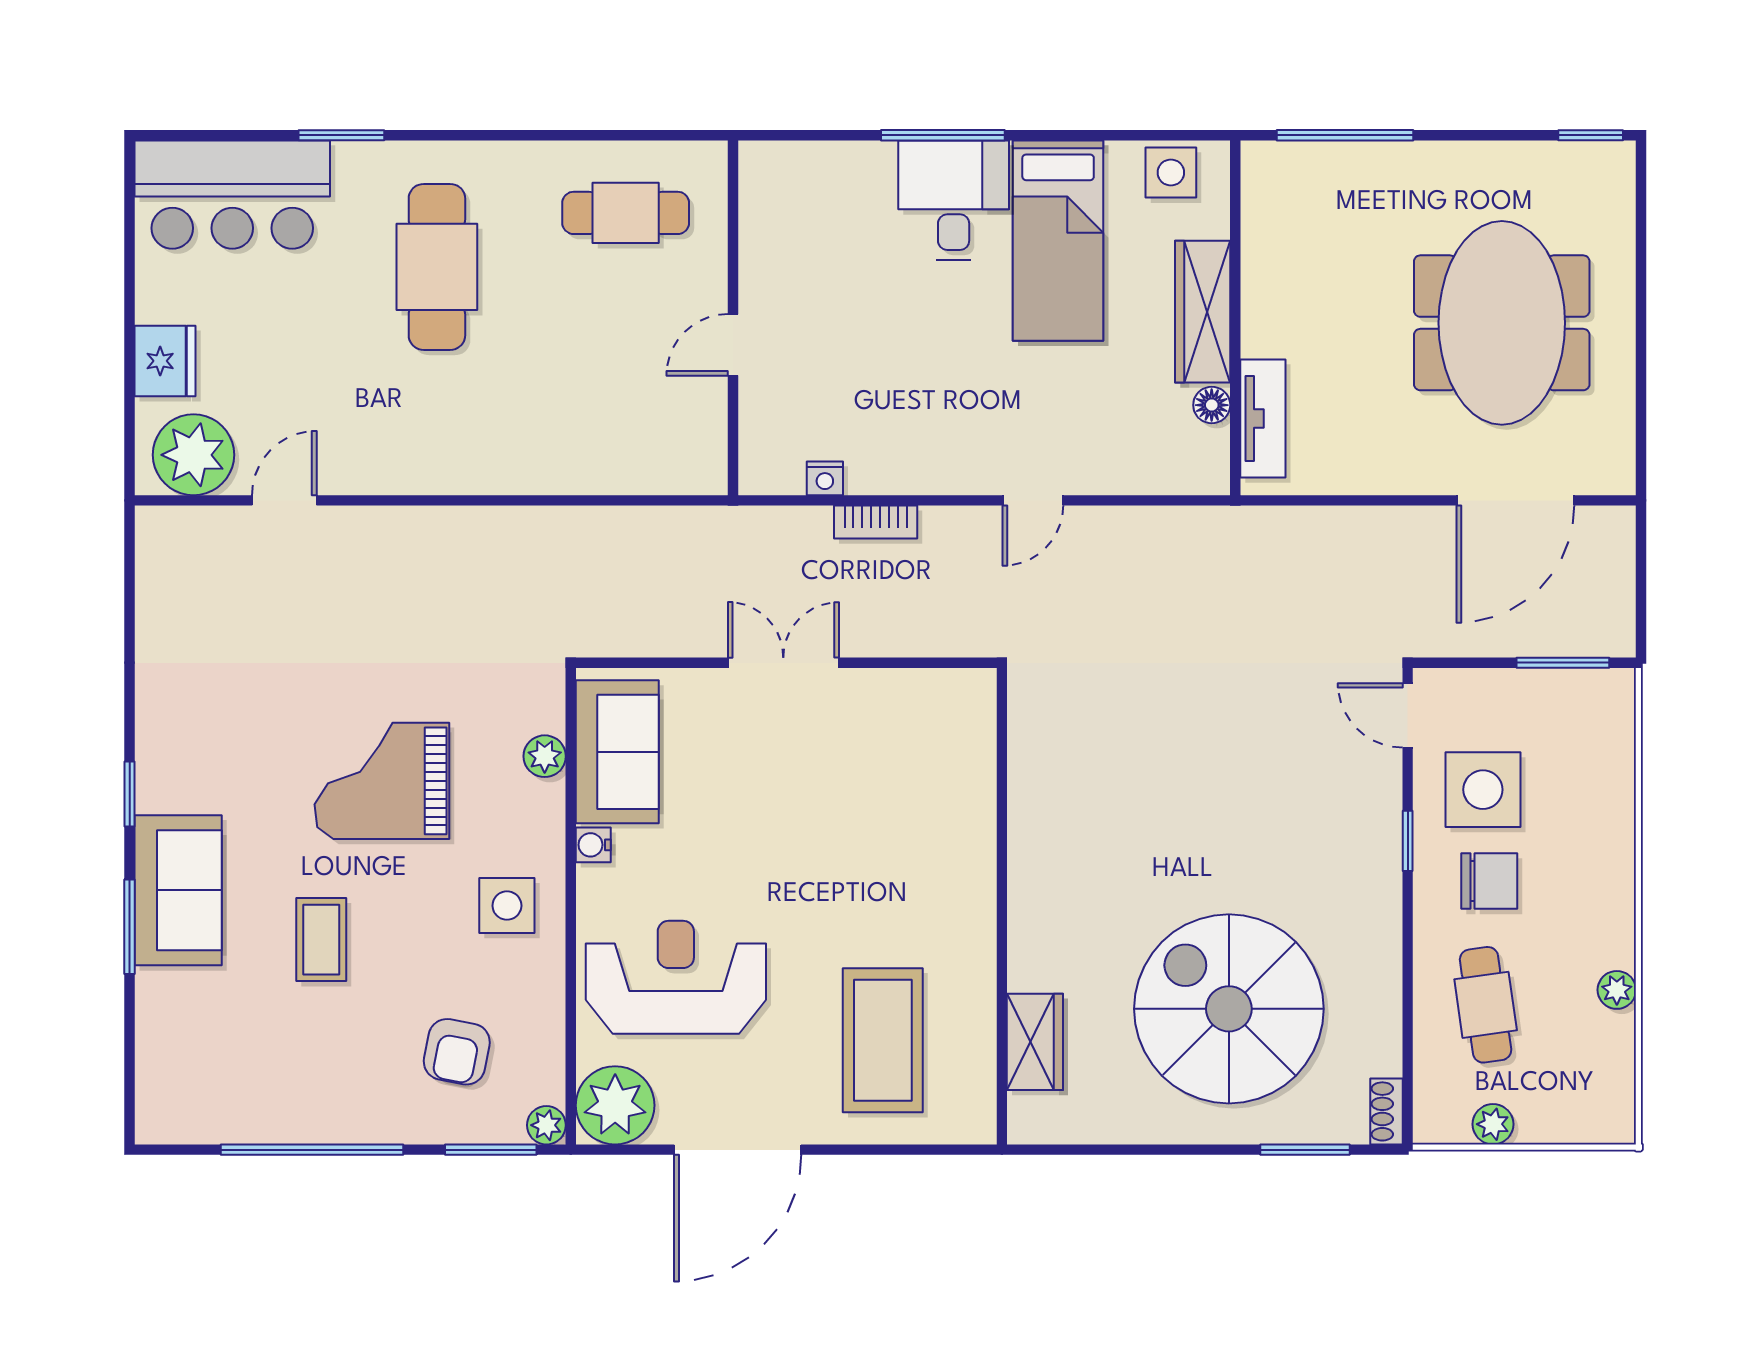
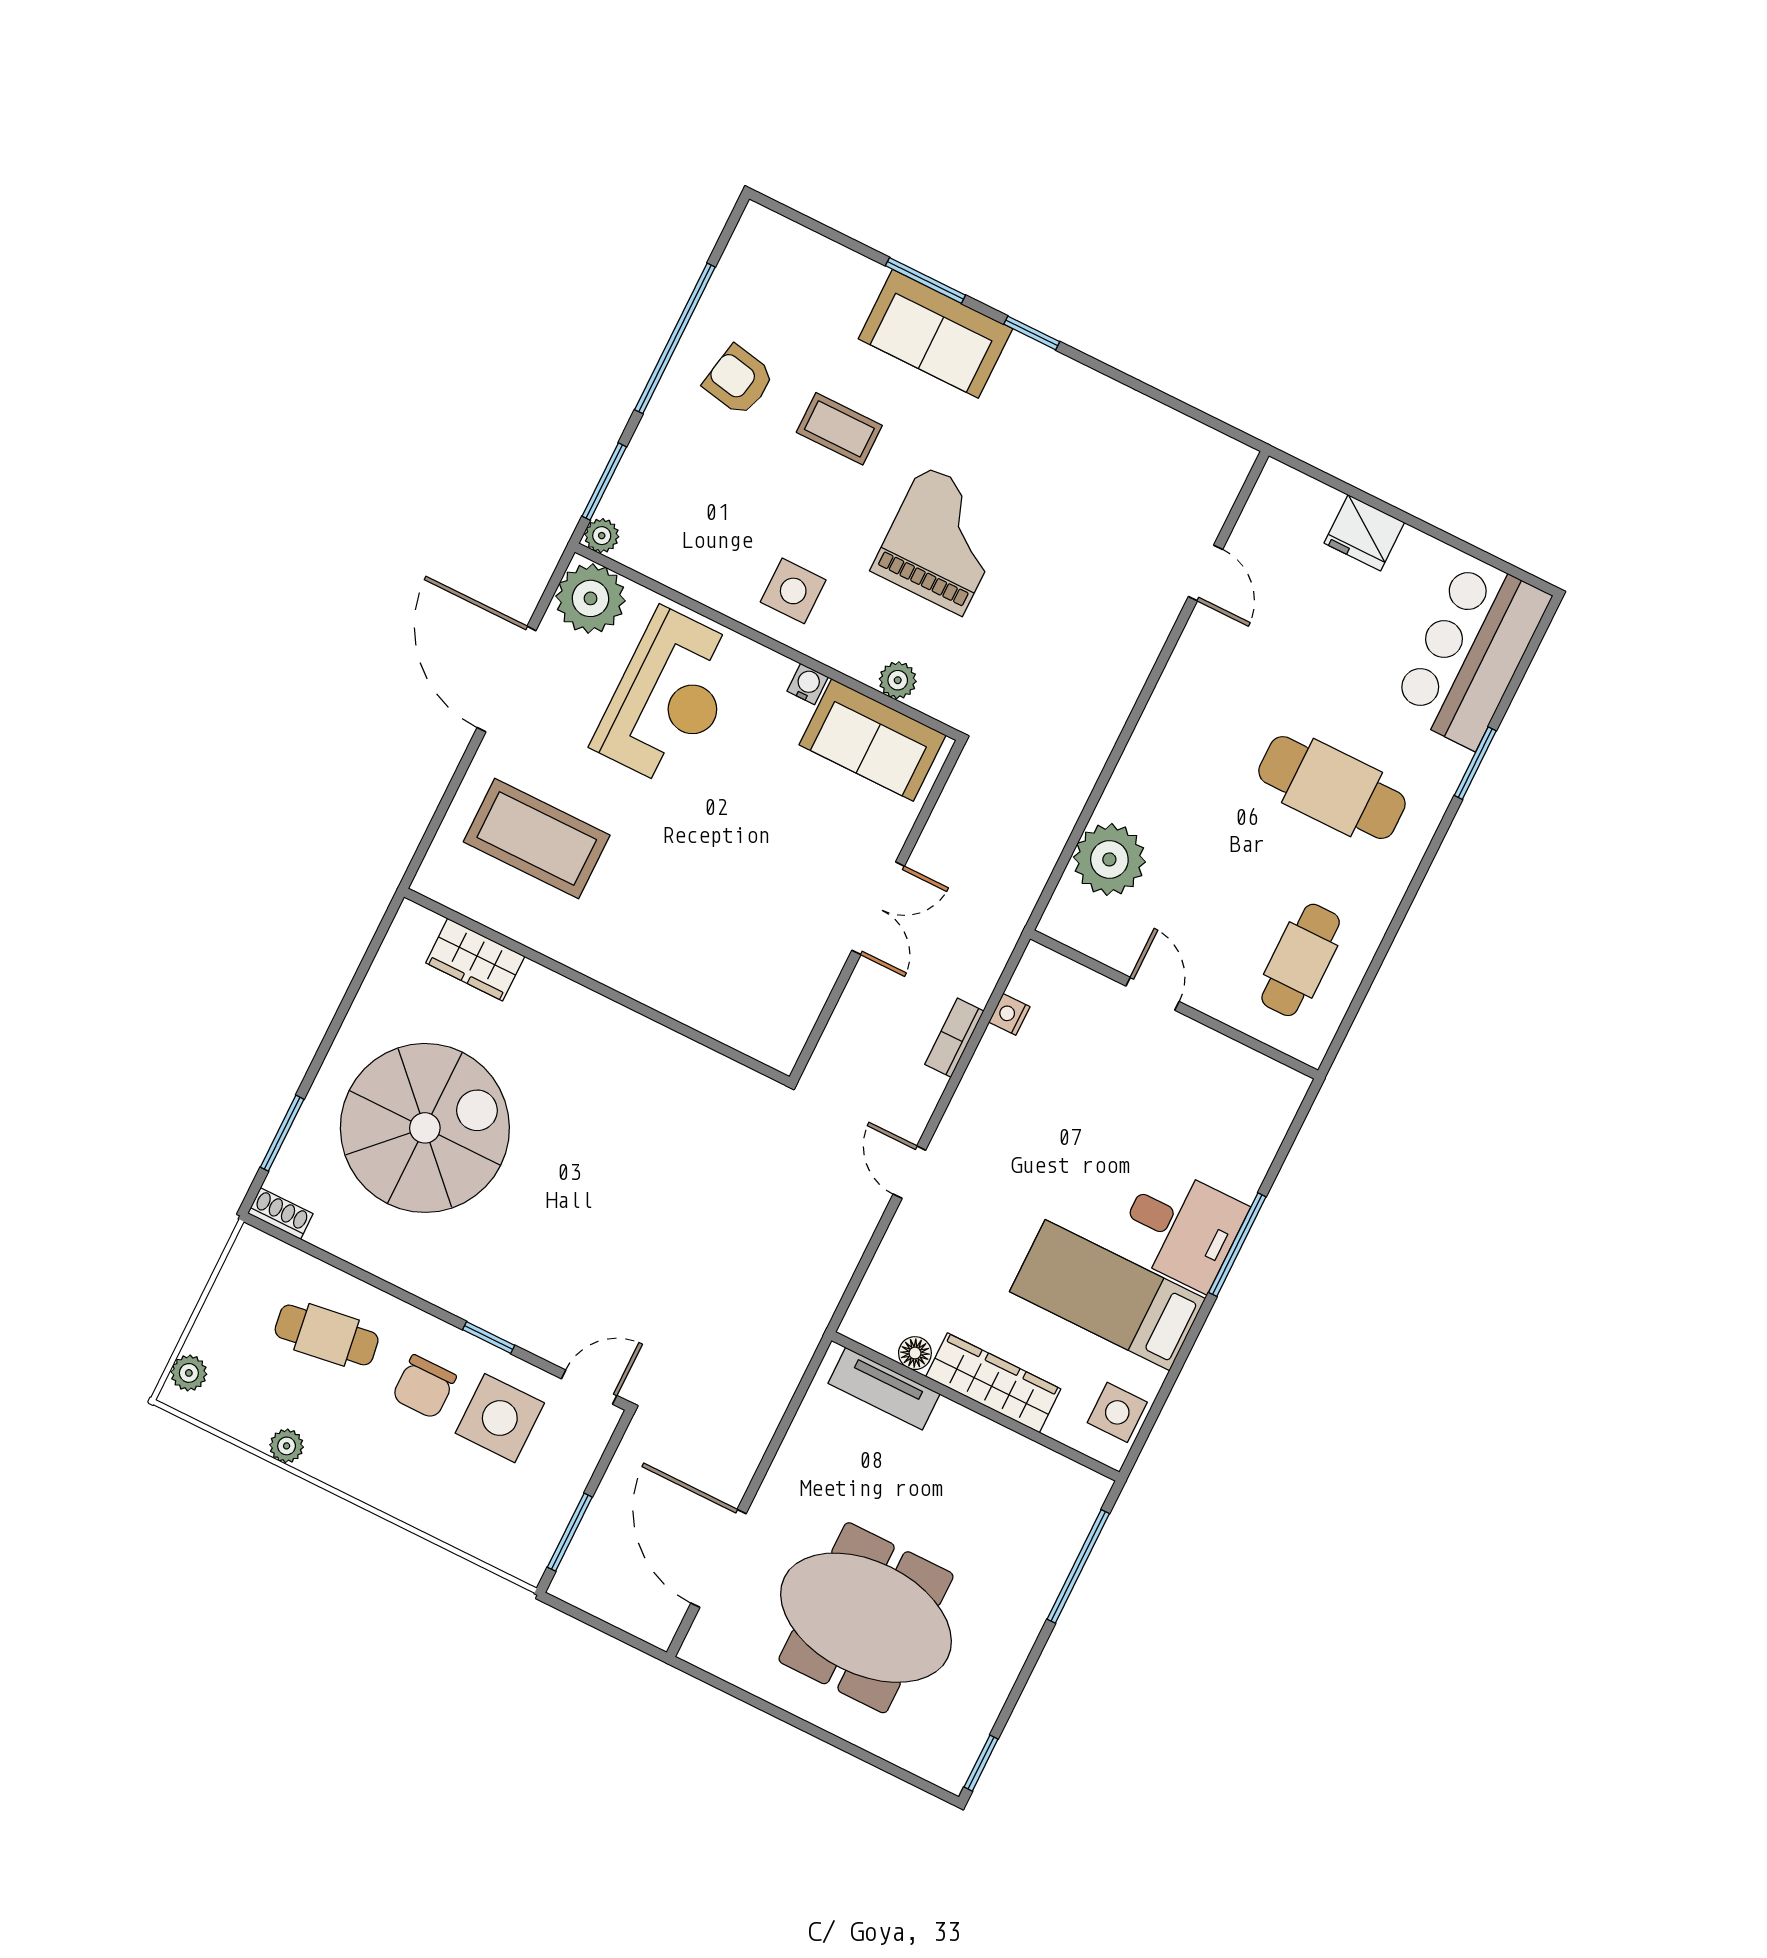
plant: (193, 455) -> (1109, 859), moved
armchair: (457, 1052) -> (739, 380), moved
plant: (1493, 1124) -> (189, 1373), moved

